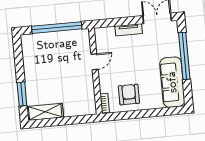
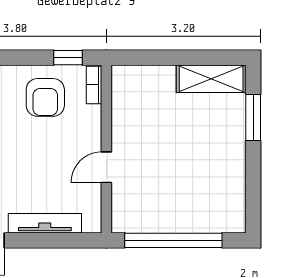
tv unit: (129, 30) -> (45, 223), width x1.41
window: (119, 116) -> (68, 58), added

